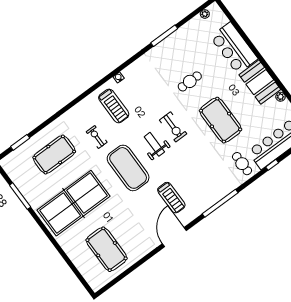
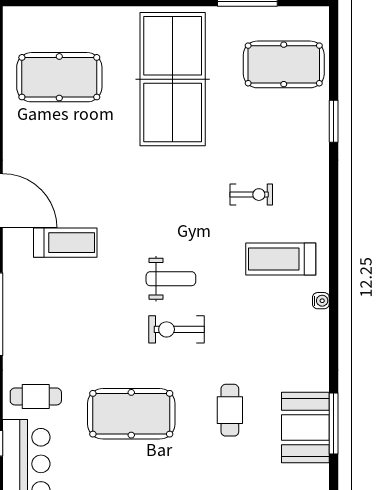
booth: (174, 46) -> (305, 427), added
window: (20, 142) -> (334, 121), moved
pool table: (54, 155) -> (284, 64), moved, turned 90
exercise mat: (128, 168) -> (164, 208), removed
treadmill: (171, 198) -> (65, 243), turned 180

